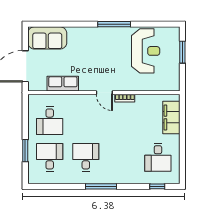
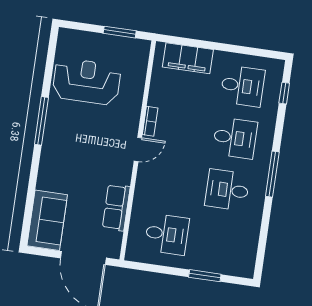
window: (182, 52) -> (120, 32), moved
desk: (50, 157) -> (235, 138), moved, turned 180

